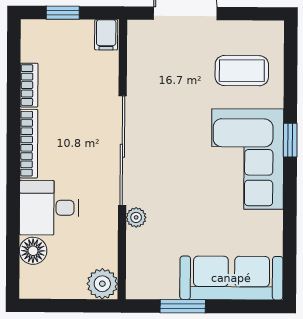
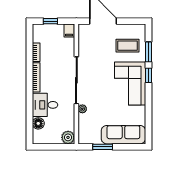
window: (291, 85) -> (148, 52), added

